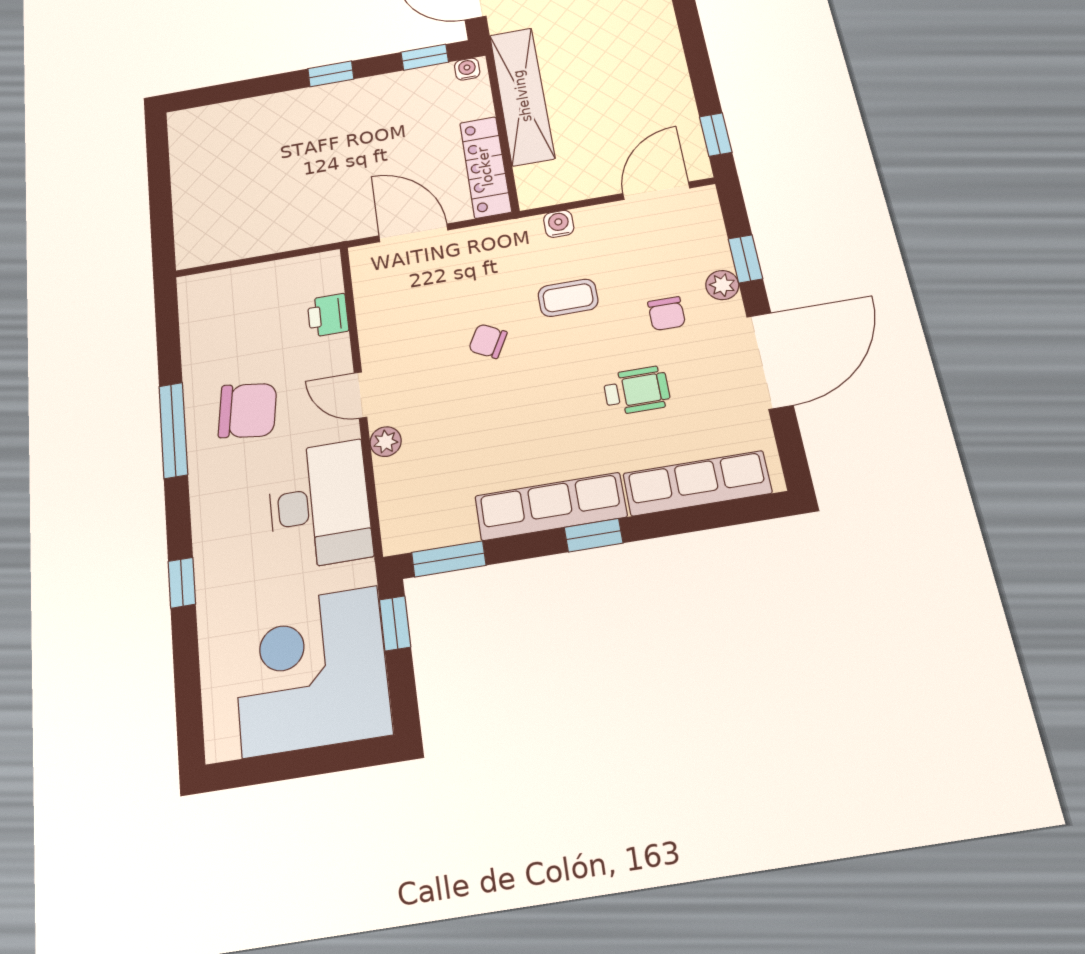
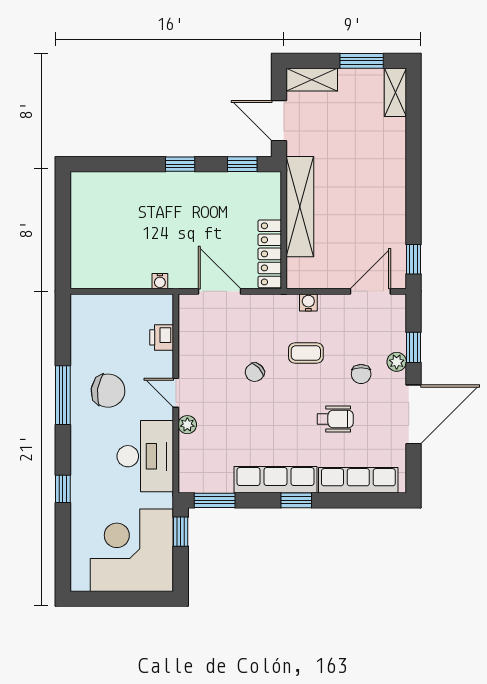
water cooler: (467, 69) -> (160, 281), moved, turned 180
chair: (488, 341) -> (255, 372), turned -71

